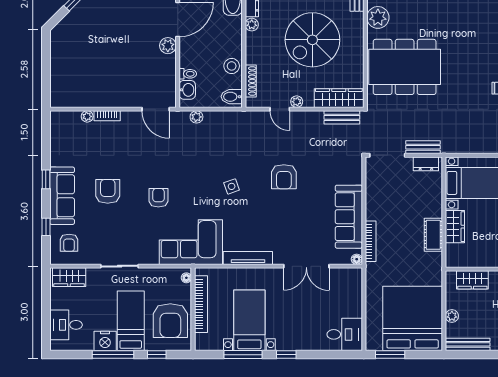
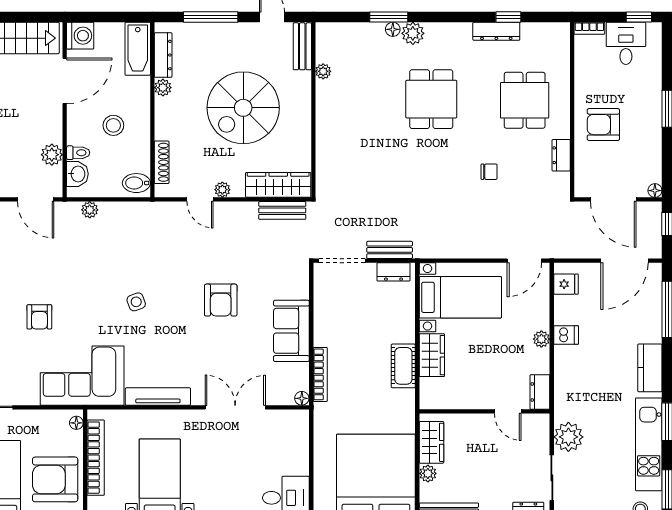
plant: (378, 17) -> (323, 71), width x0.53, depth x0.53
plant: (168, 46) -> (52, 155), moved
stool: (232, 66) -> (113, 125), moved
dining table: (405, 67) -> (431, 99), moved, width x0.53, depth x0.80
armchair: (284, 177) -> (221, 300), moved
armchair: (158, 198) -> (39, 317), turned 180
sofa: (349, 217) -> (291, 331), width x0.73
double door: (306, 266) -> (235, 407), swing flipped
wardrobe: (472, 280) -> (431, 442), moved, turned -90
armchair: (170, 321) -> (55, 479), turned 90

